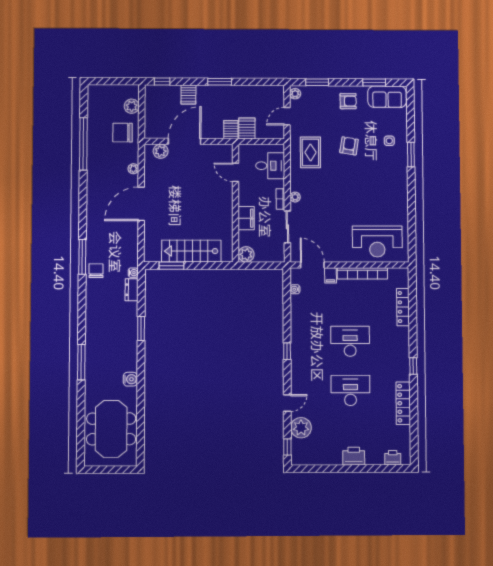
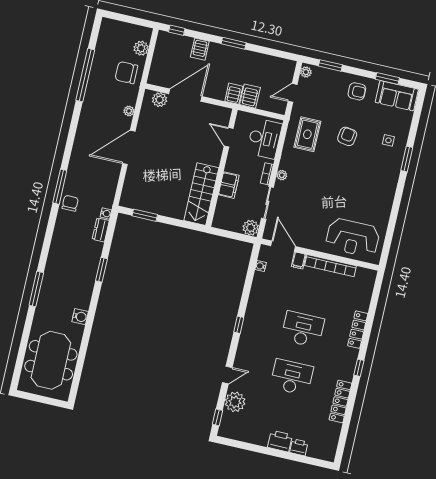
desk: (270, 166) -> (264, 138), width x1.37
stairs: (191, 251) -> (201, 194), moved, turned -90
plant: (246, 254) -> (251, 228), moved
locker: (403, 307) -> (358, 330), moved
printer: (393, 458) -> (299, 447), moved

